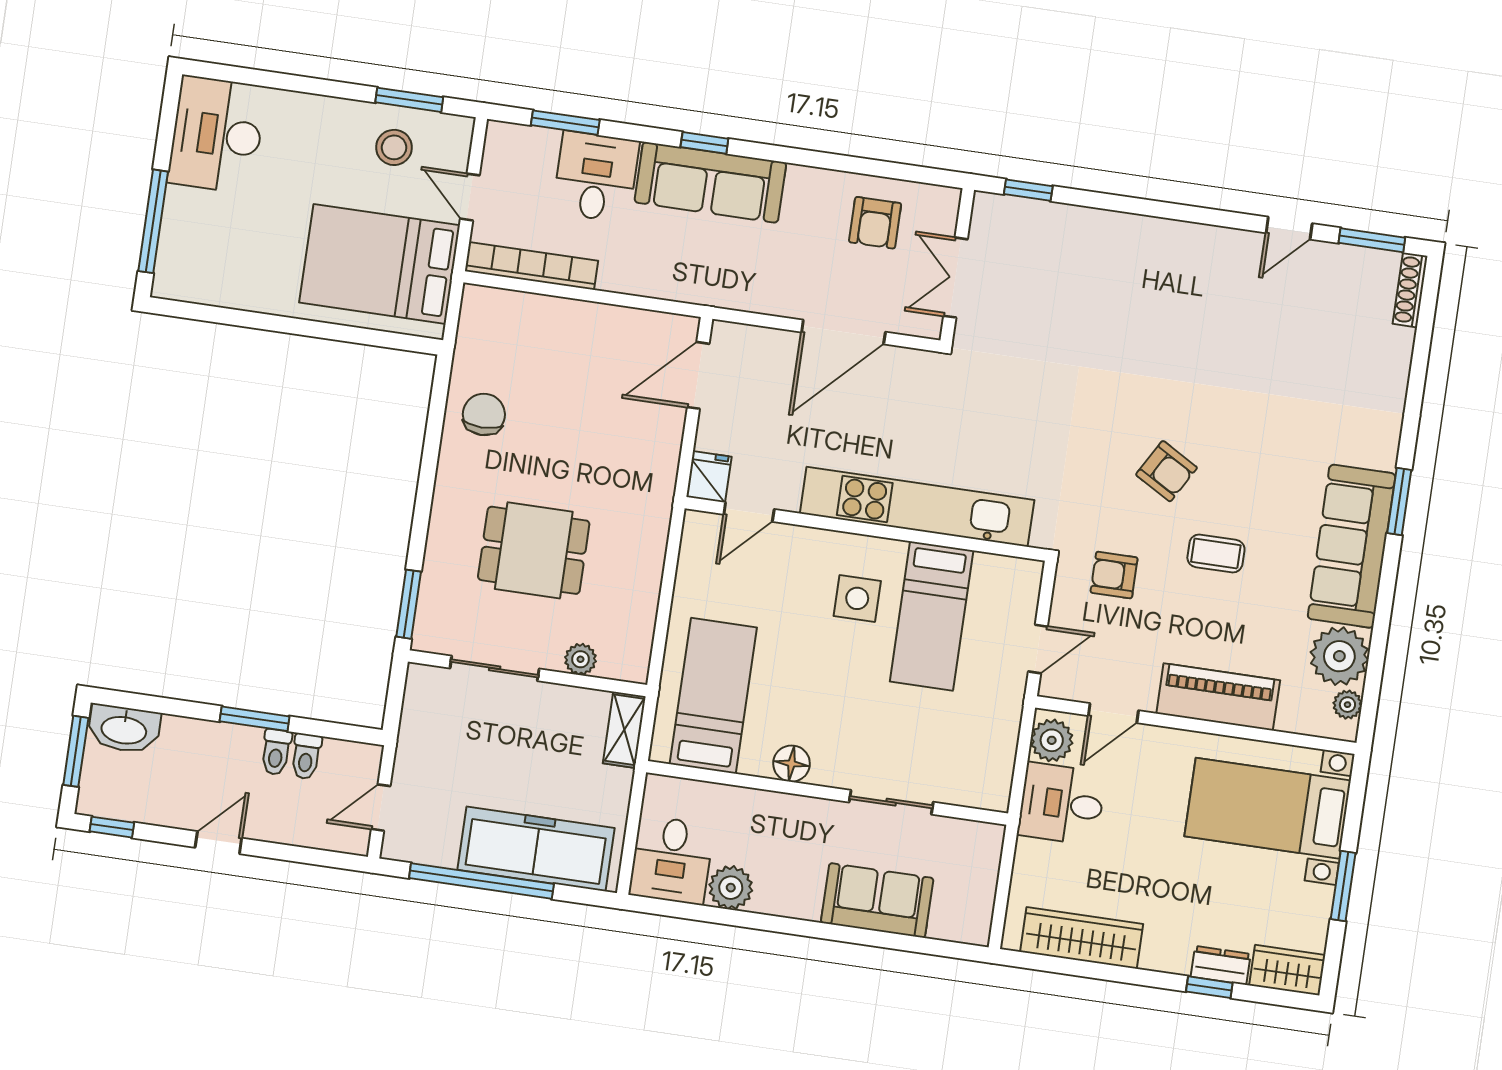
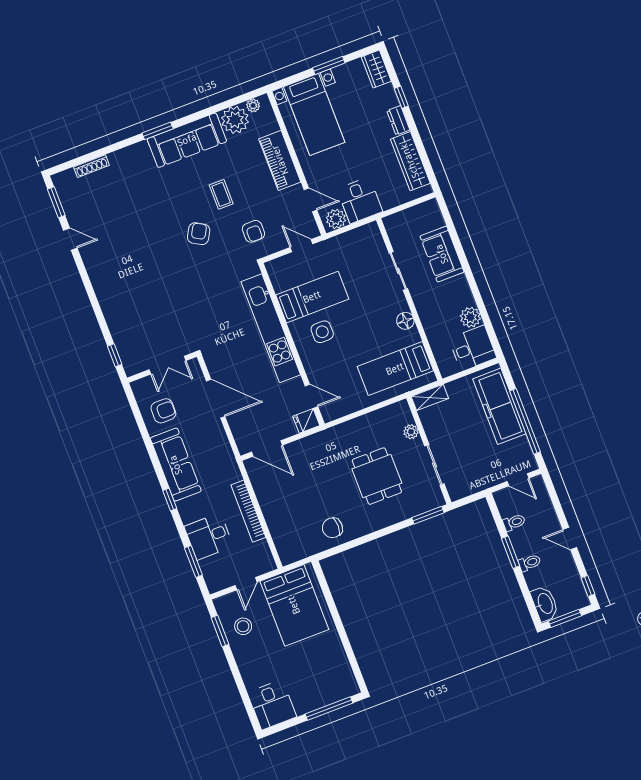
desk: (217, 135) -> (272, 705), width x0.73
sofa: (710, 182) -> (176, 465), moved
bookcase: (531, 266) -> (248, 511), moved
shoe rack: (1410, 290) -> (91, 166), moved
toilet: (276, 752) -> (530, 563), moved
dresser: (1221, 965) -> (398, 120), moved

